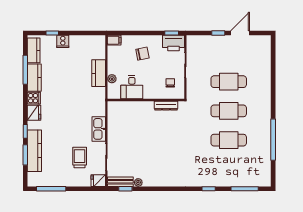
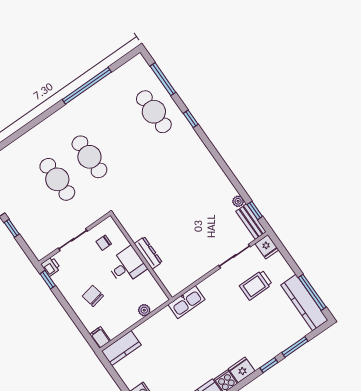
printer: (173, 43) -> (51, 266), width x0.53, depth x0.68
kitchen counter: (99, 73) -> (121, 348), moved
desk: (132, 87) -> (127, 266), moved
dresser: (166, 106) -> (148, 253), moved
kitchen sink: (99, 129) -> (187, 302), moved
cafe table: (229, 140) -> (154, 112), moved
kitchen counter: (34, 151) -> (304, 303), moved, turned -90

